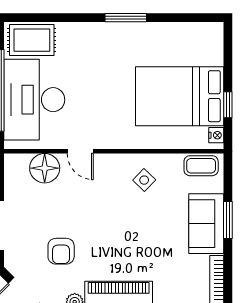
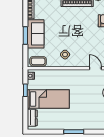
dresser: (213, 47) -> (32, 118), added
bed: (180, 96) -> (48, 99), width x0.67

